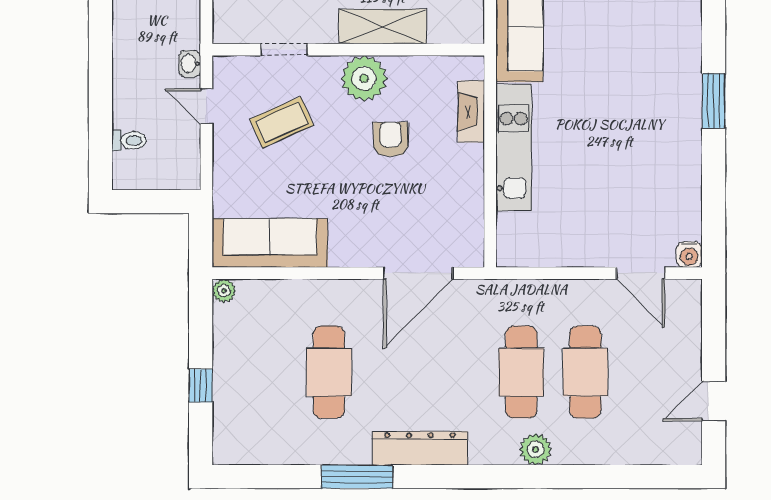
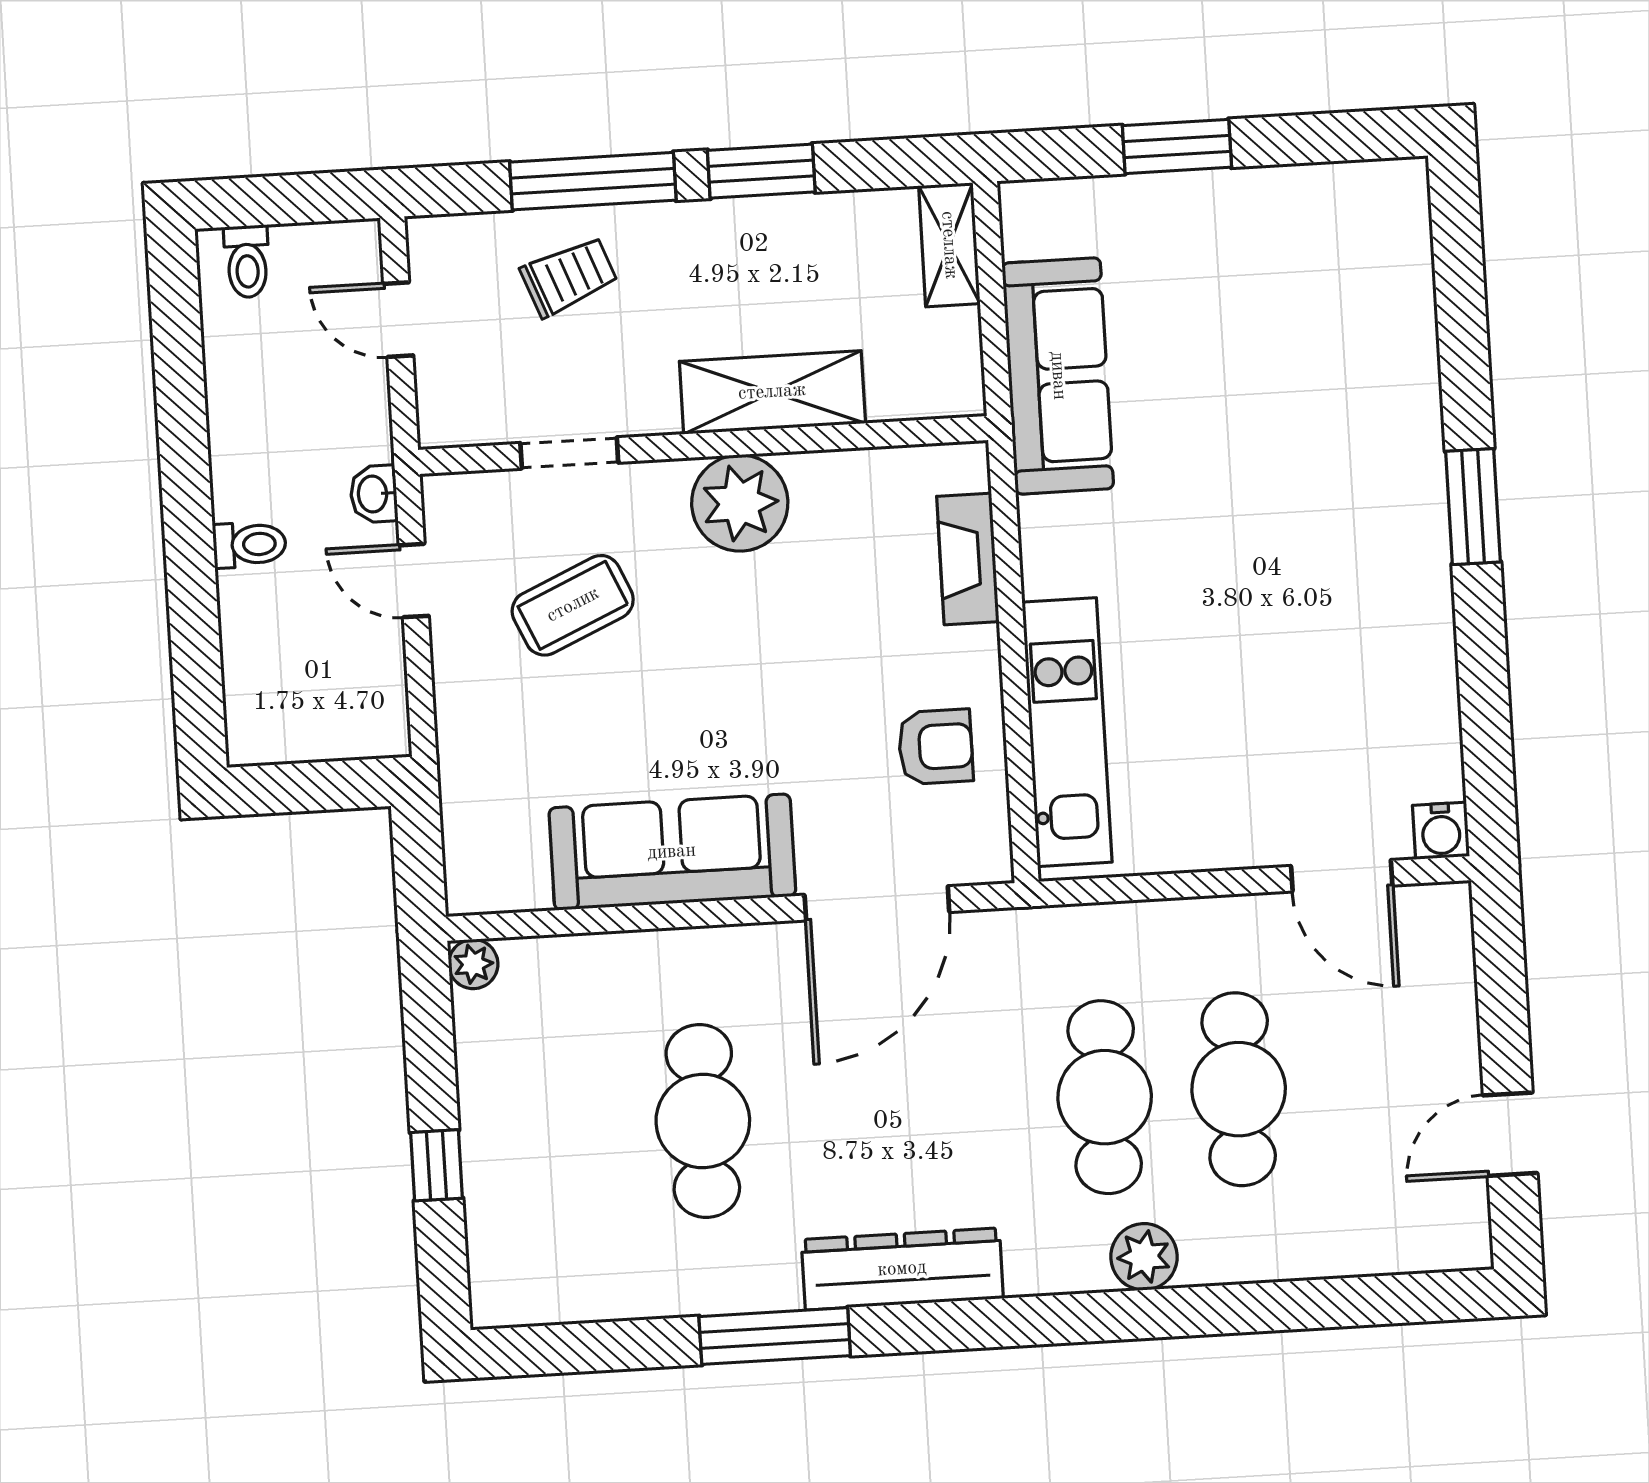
armchair: (391, 139) -> (936, 747), moved, turned 90
toilet: (129, 140) -> (249, 545), moved
kitchen unit: (514, 148) -> (1067, 732), moved
sofa: (270, 243) -> (672, 852), moved

